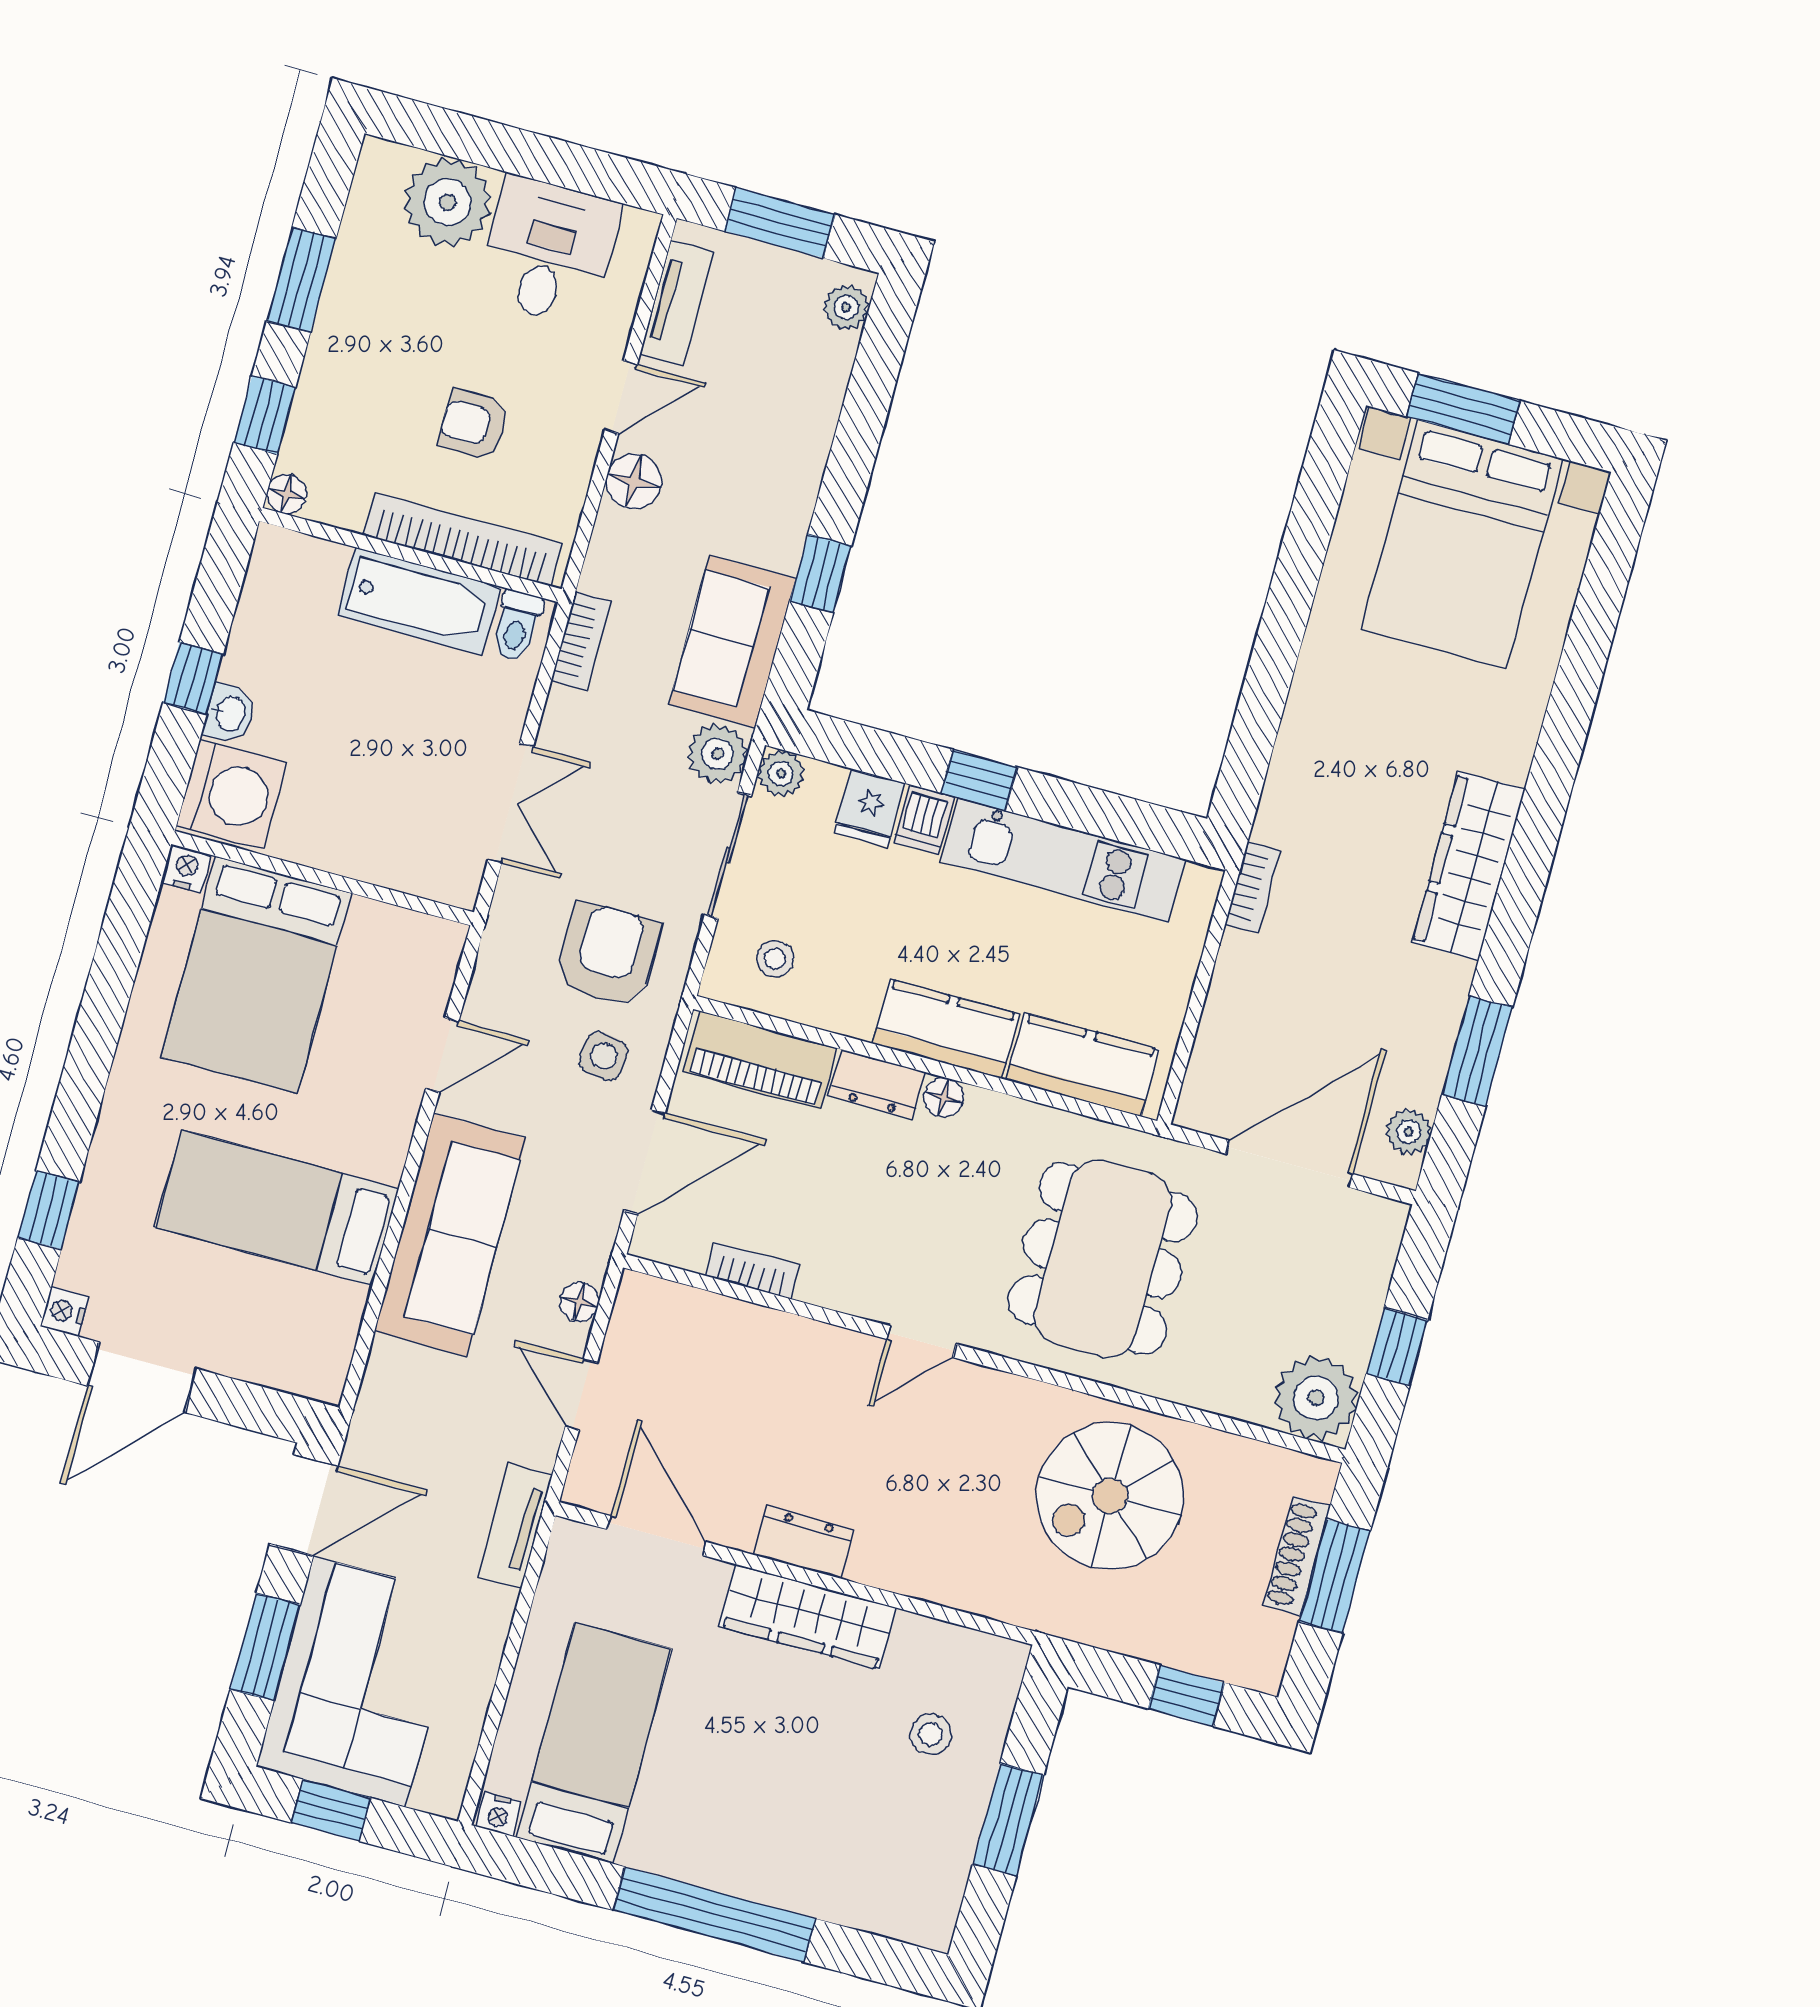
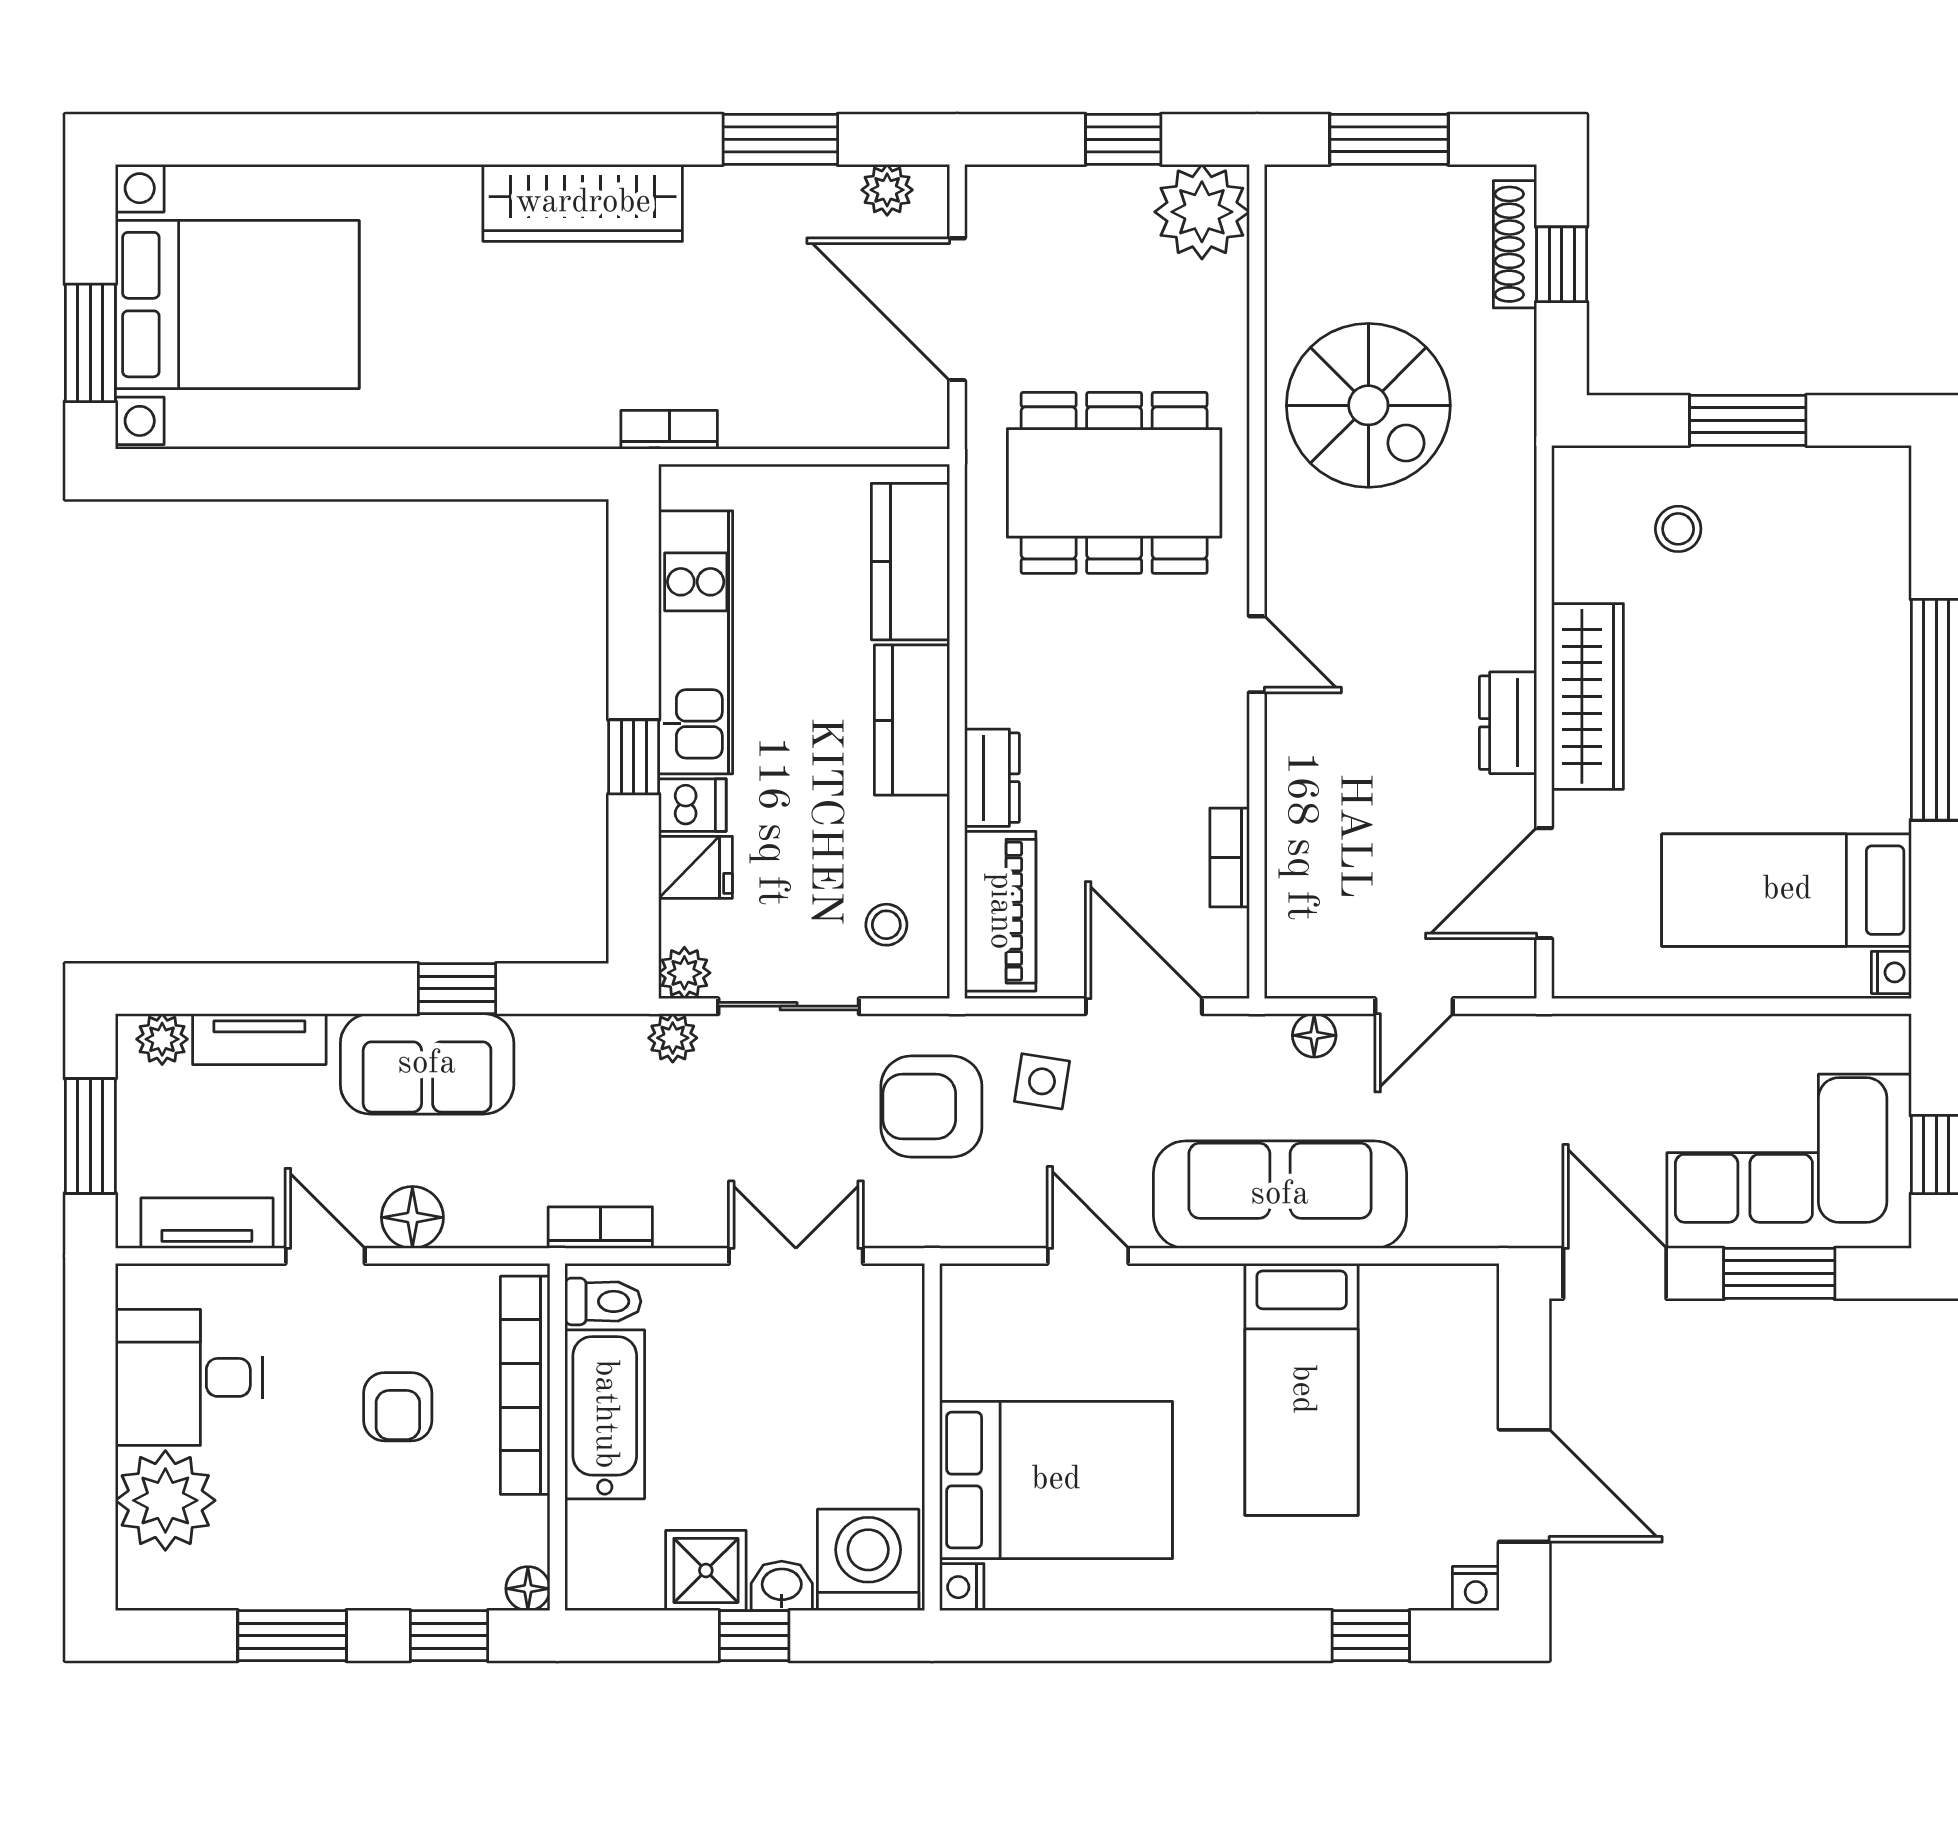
sofa: (732, 642) -> (427, 1064), moved
shower: (261, 652) -> (706, 1570), added
plant: (717, 754) -> (673, 1038), width x0.73, depth x0.73
floor lamp: (944, 1097) -> (987, 702), removed
tv unit: (515, 1526) -> (259, 1039), moved
shoe rack: (1297, 1556) -> (1515, 244), moved, turned 90

